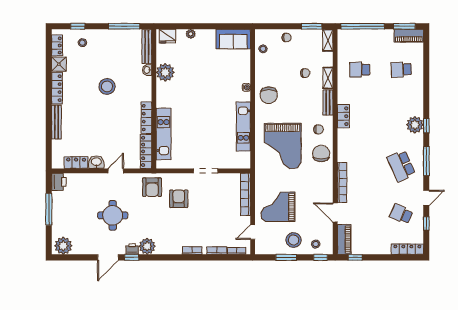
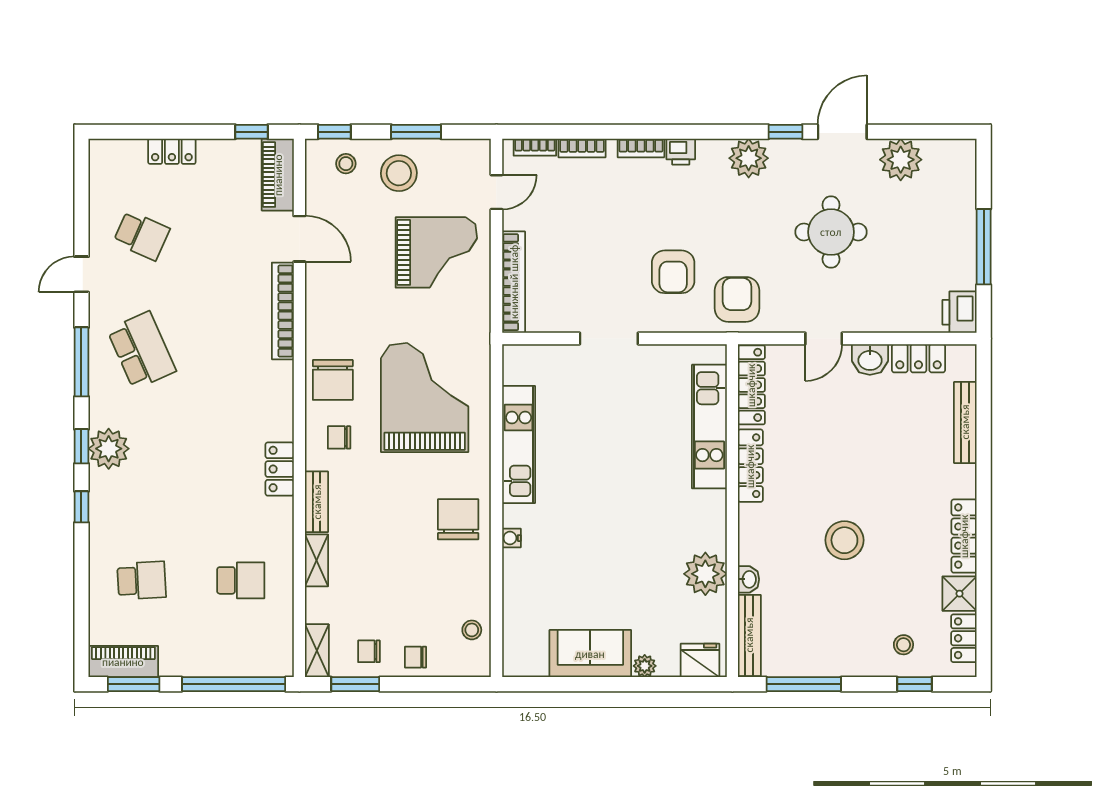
sofa: (233, 39) -> (590, 654), moved
chair: (305, 73) -> (369, 651), moved
bench: (56, 122) -> (965, 422), moved
window: (426, 223) -> (81, 507), moved
plant: (63, 246) -> (901, 160), moved
printer: (132, 249) -> (681, 152), moved
locker: (407, 249) -> (172, 151), moved, width x0.66

